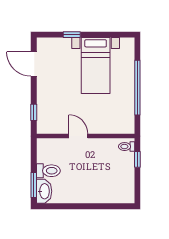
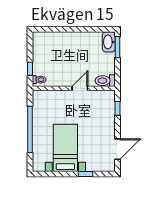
door: (34, 64) -> (117, 149), hinge flipped
door: (78, 136) -> (80, 88), swing flipped
toilet: (48, 171) -> (105, 81), moved

